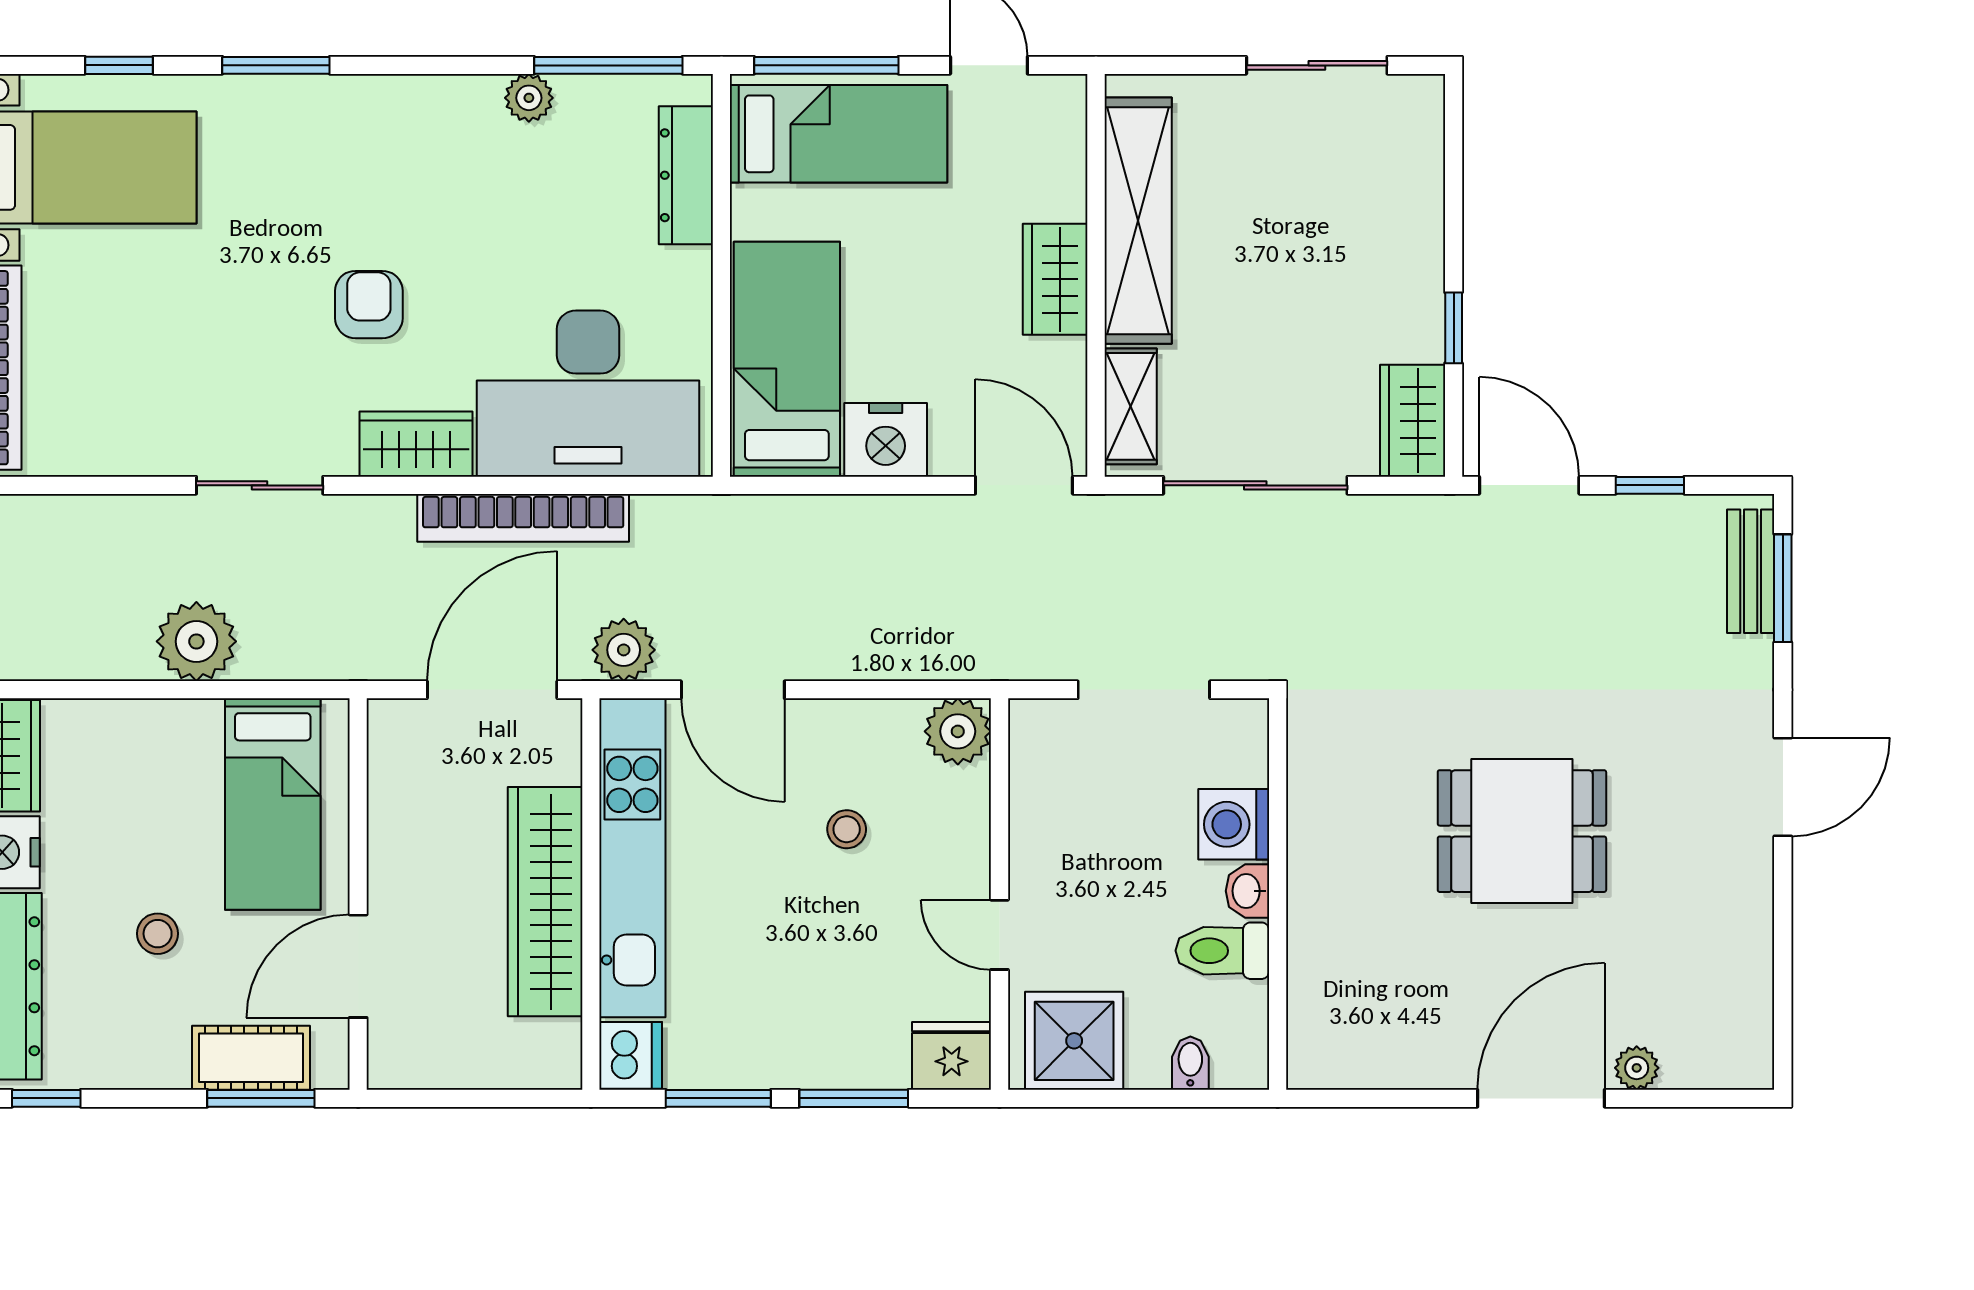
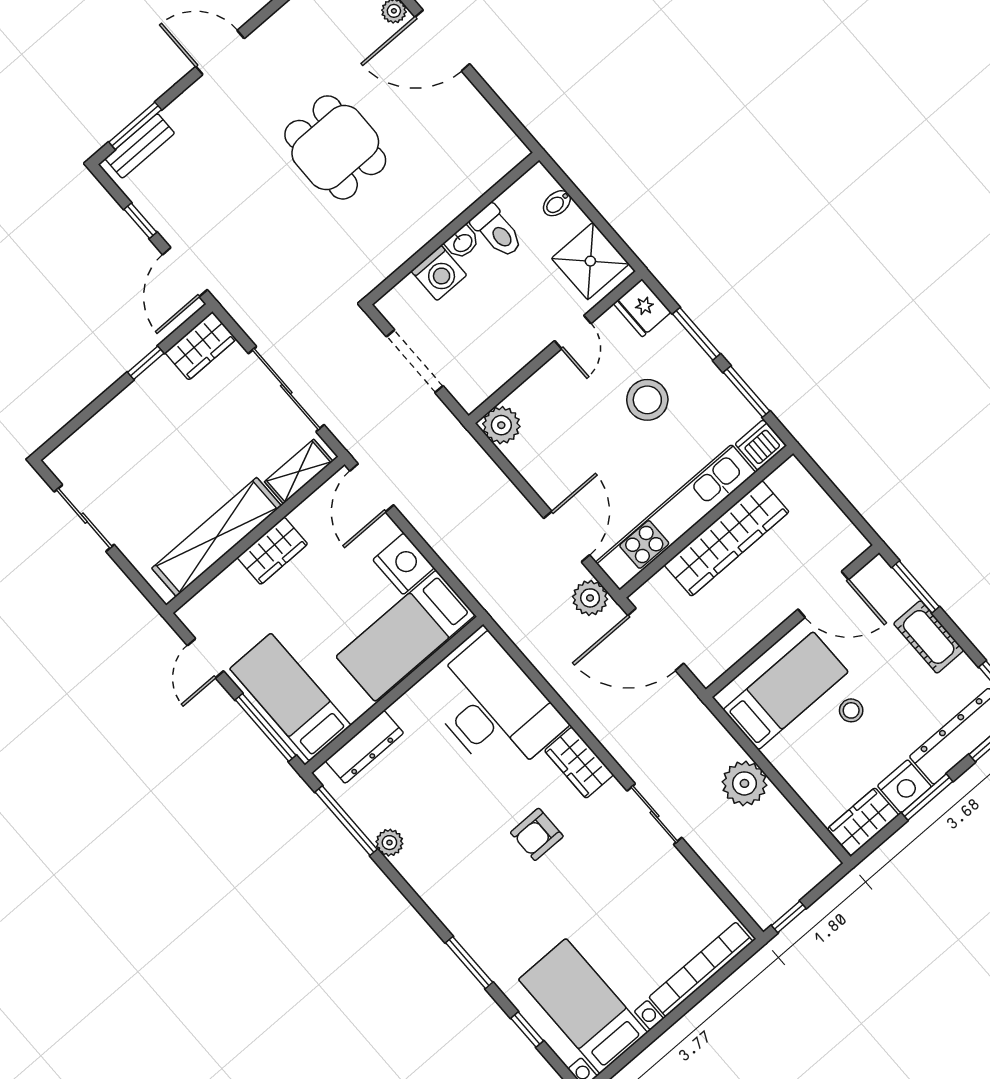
bookcase: (523, 518) -> (571, 690), removed
stool: (847, 829) -> (647, 400), moved, width x1.89, depth x1.89
stool: (158, 934) -> (851, 710), moved
cot: (251, 1058) -> (929, 637), moved

